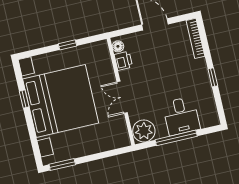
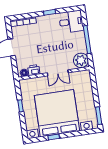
desk: (181, 116) -> (71, 22), moved

